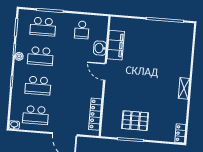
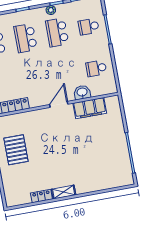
school desk: (43, 27) -> (89, 27), width x0.54
locker: (180, 133) -> (41, 196), moved

